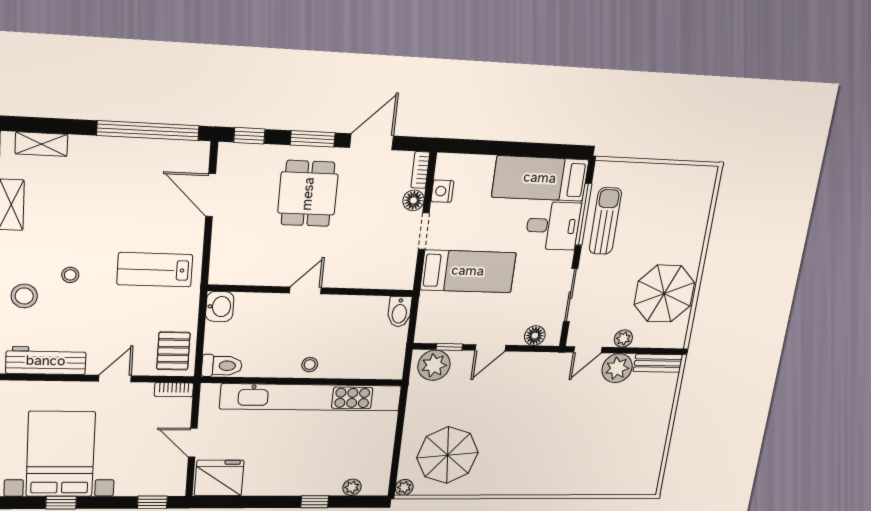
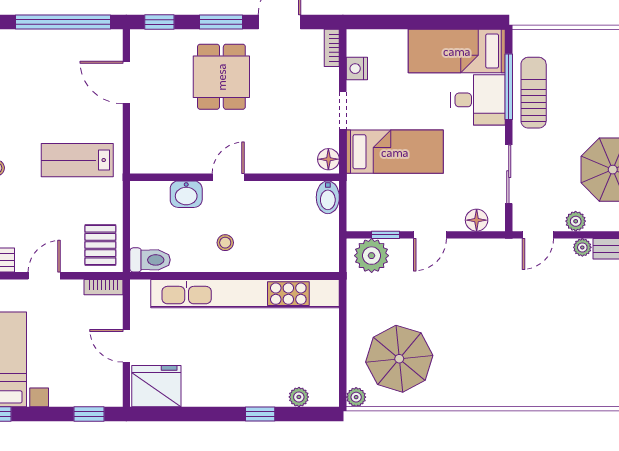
floor lamp: (414, 200) -> (328, 159), moved
washbasin: (220, 307) -> (186, 194), moved, turned 90
stool: (310, 365) -> (225, 243), moved
plant: (617, 368) -> (582, 247), width x0.53, depth x0.53

